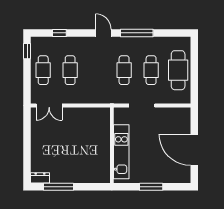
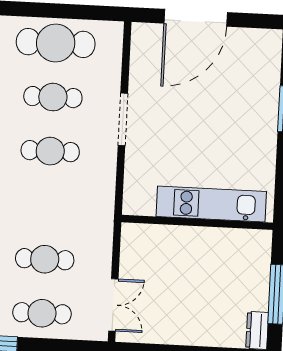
wall: (112, 145) -> (197, 222), moved
door: (194, 150) -> (196, 18), moved
kitchen unit: (121, 152) -> (211, 204), moved

